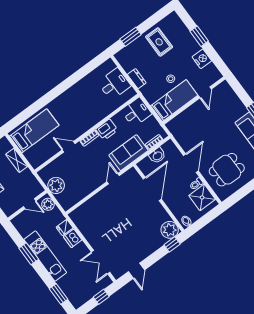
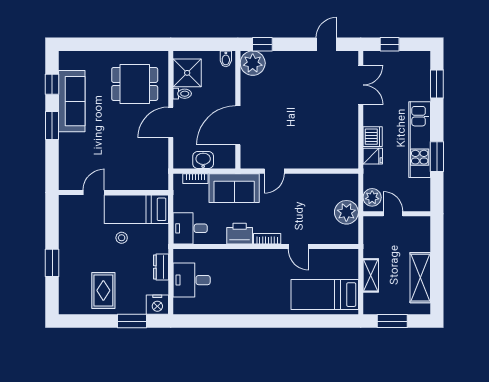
nightstand: (202, 59) -> (157, 305), moved, turned -90

